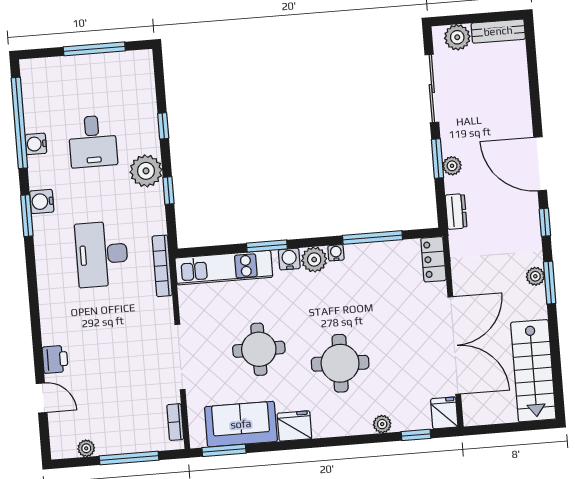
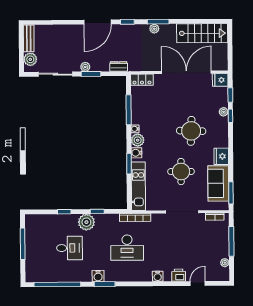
water cooler: (36, 144) -> (158, 276), moved
plant: (452, 166) -> (85, 67), moved
window: (375, 438) -> (230, 116), added

